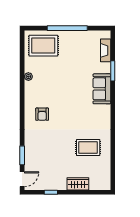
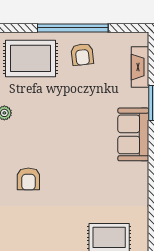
armchair: (73, 43) -> (82, 54), added

